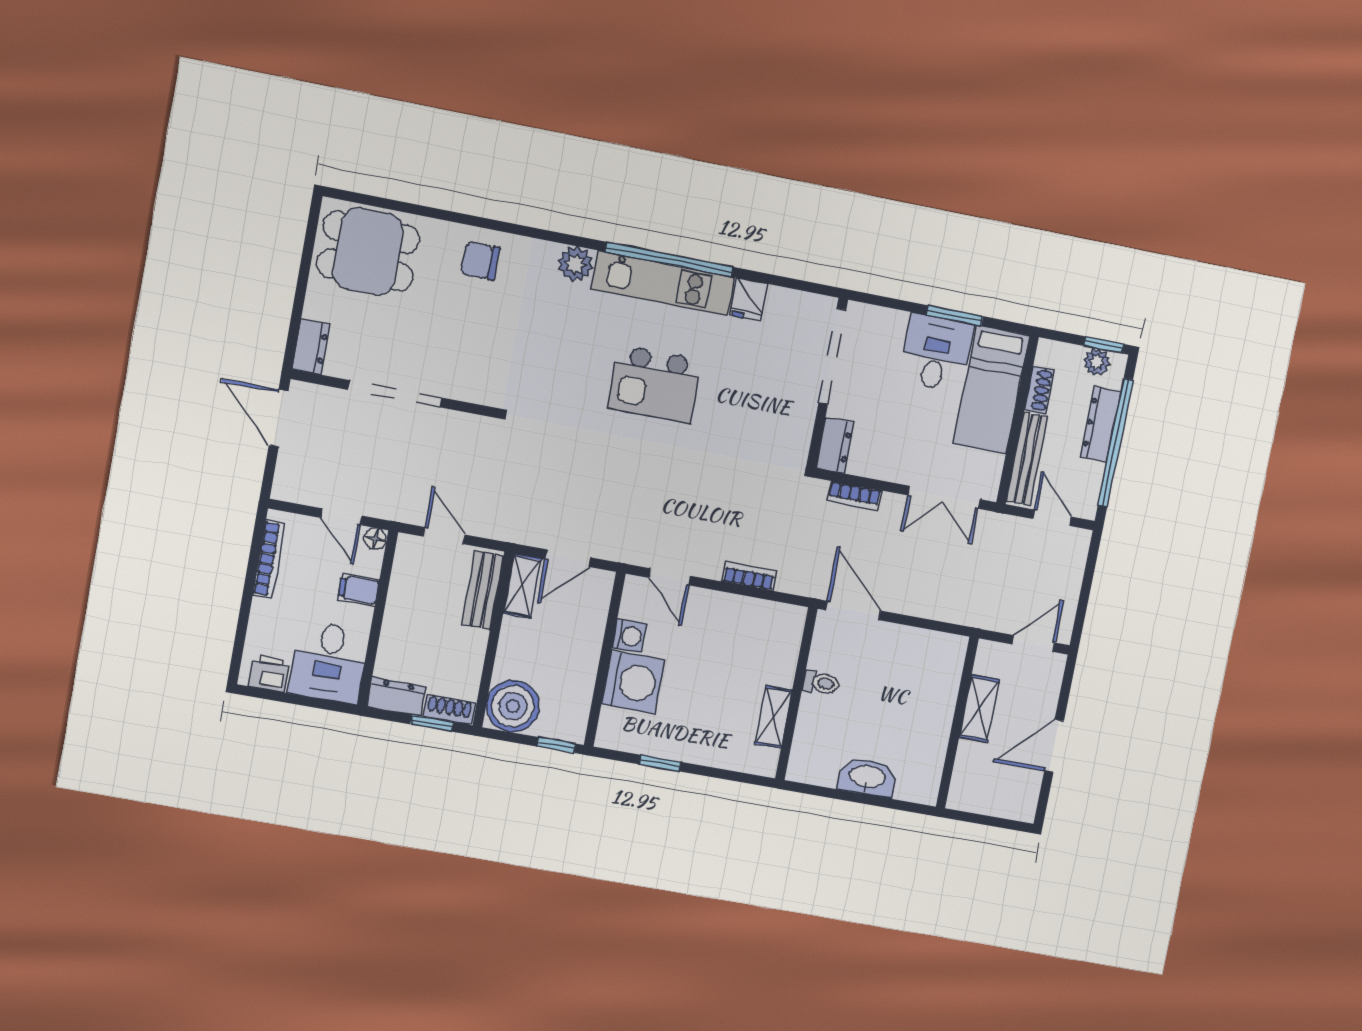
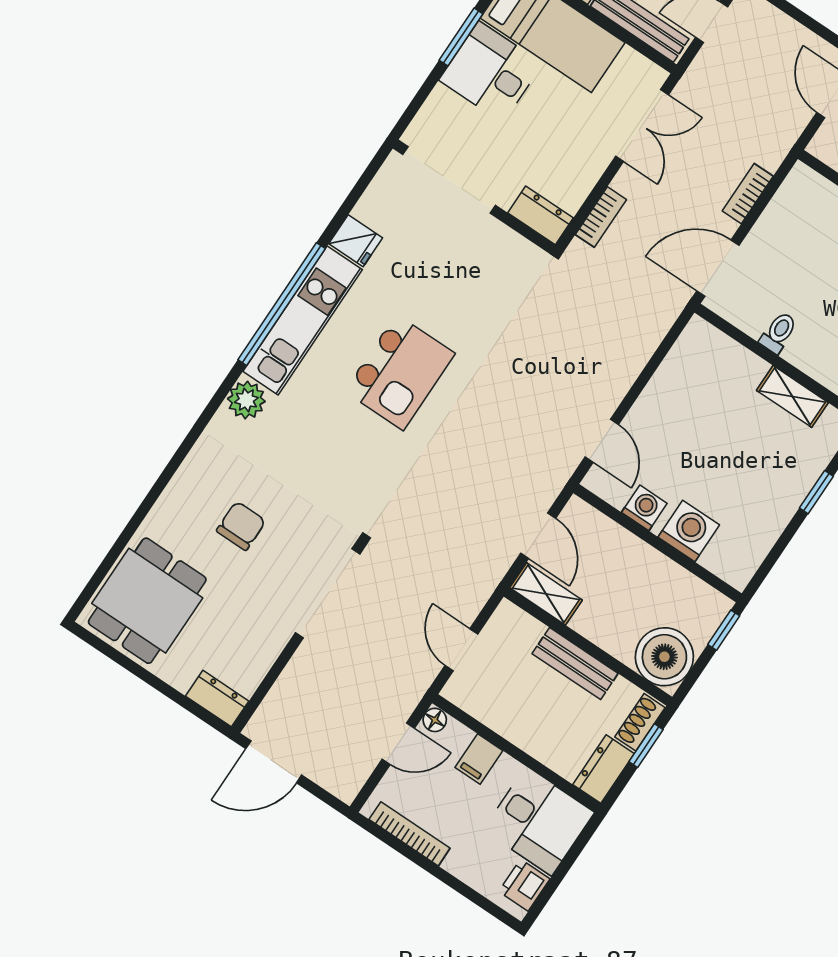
chair: (480, 261) -> (241, 526), moved, turned 180
doorway: (395, 394) -> (328, 593), moved
door: (444, 536) -> (462, 650), hinge flipped
bookcase: (749, 576) -> (748, 194), moved
door: (670, 577) -> (602, 441), hinge flipped
bench: (483, 590) -> (575, 664), moved
washing machine: (633, 682) -> (689, 531), width x0.73, depth x0.73
window: (660, 763) -> (816, 492), moved

